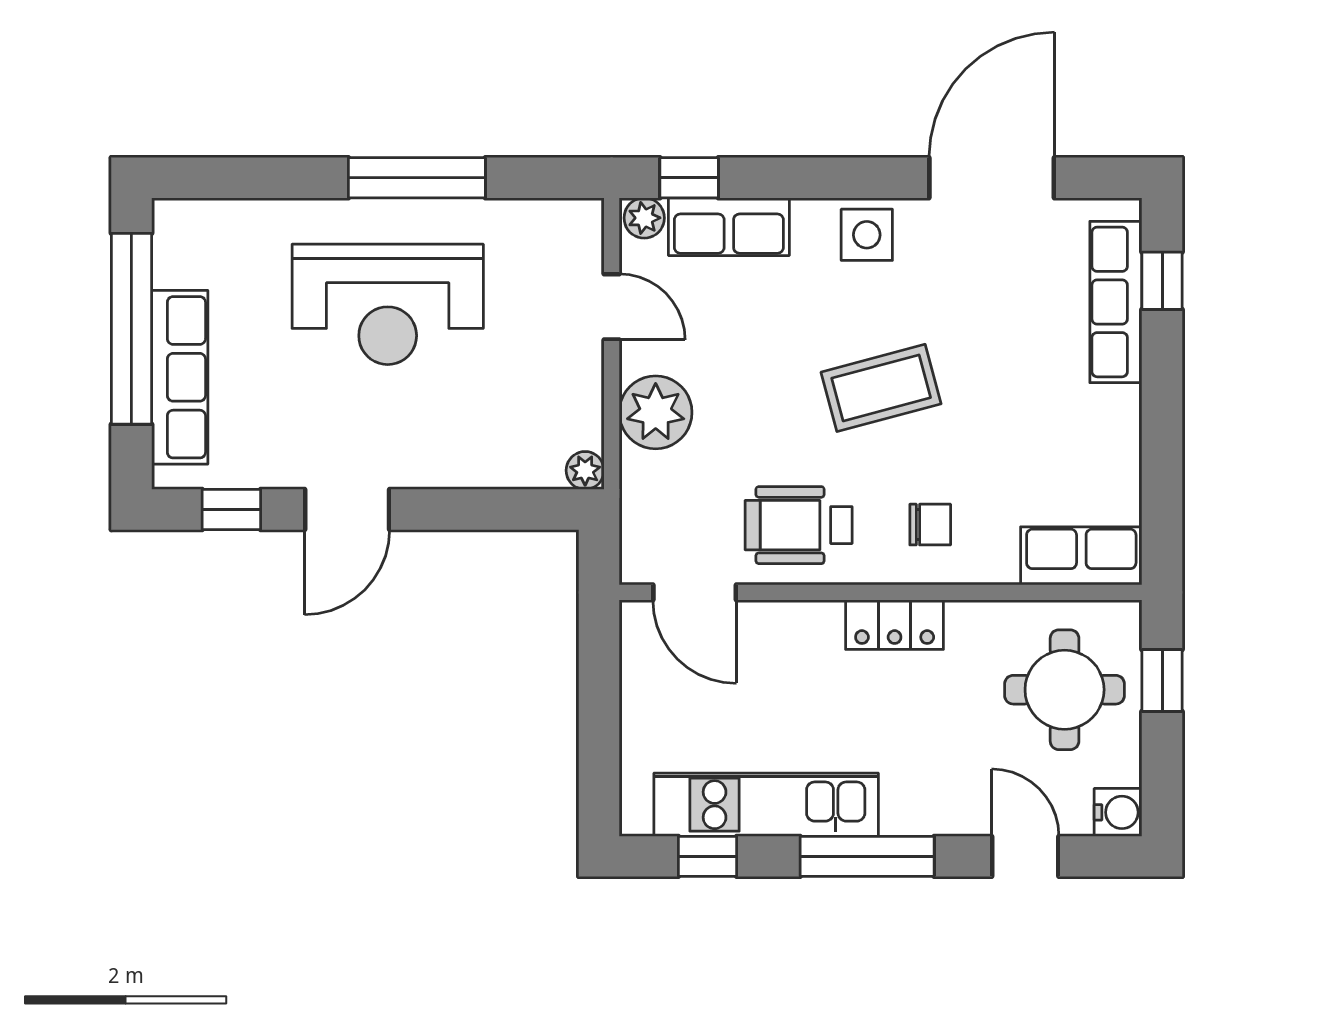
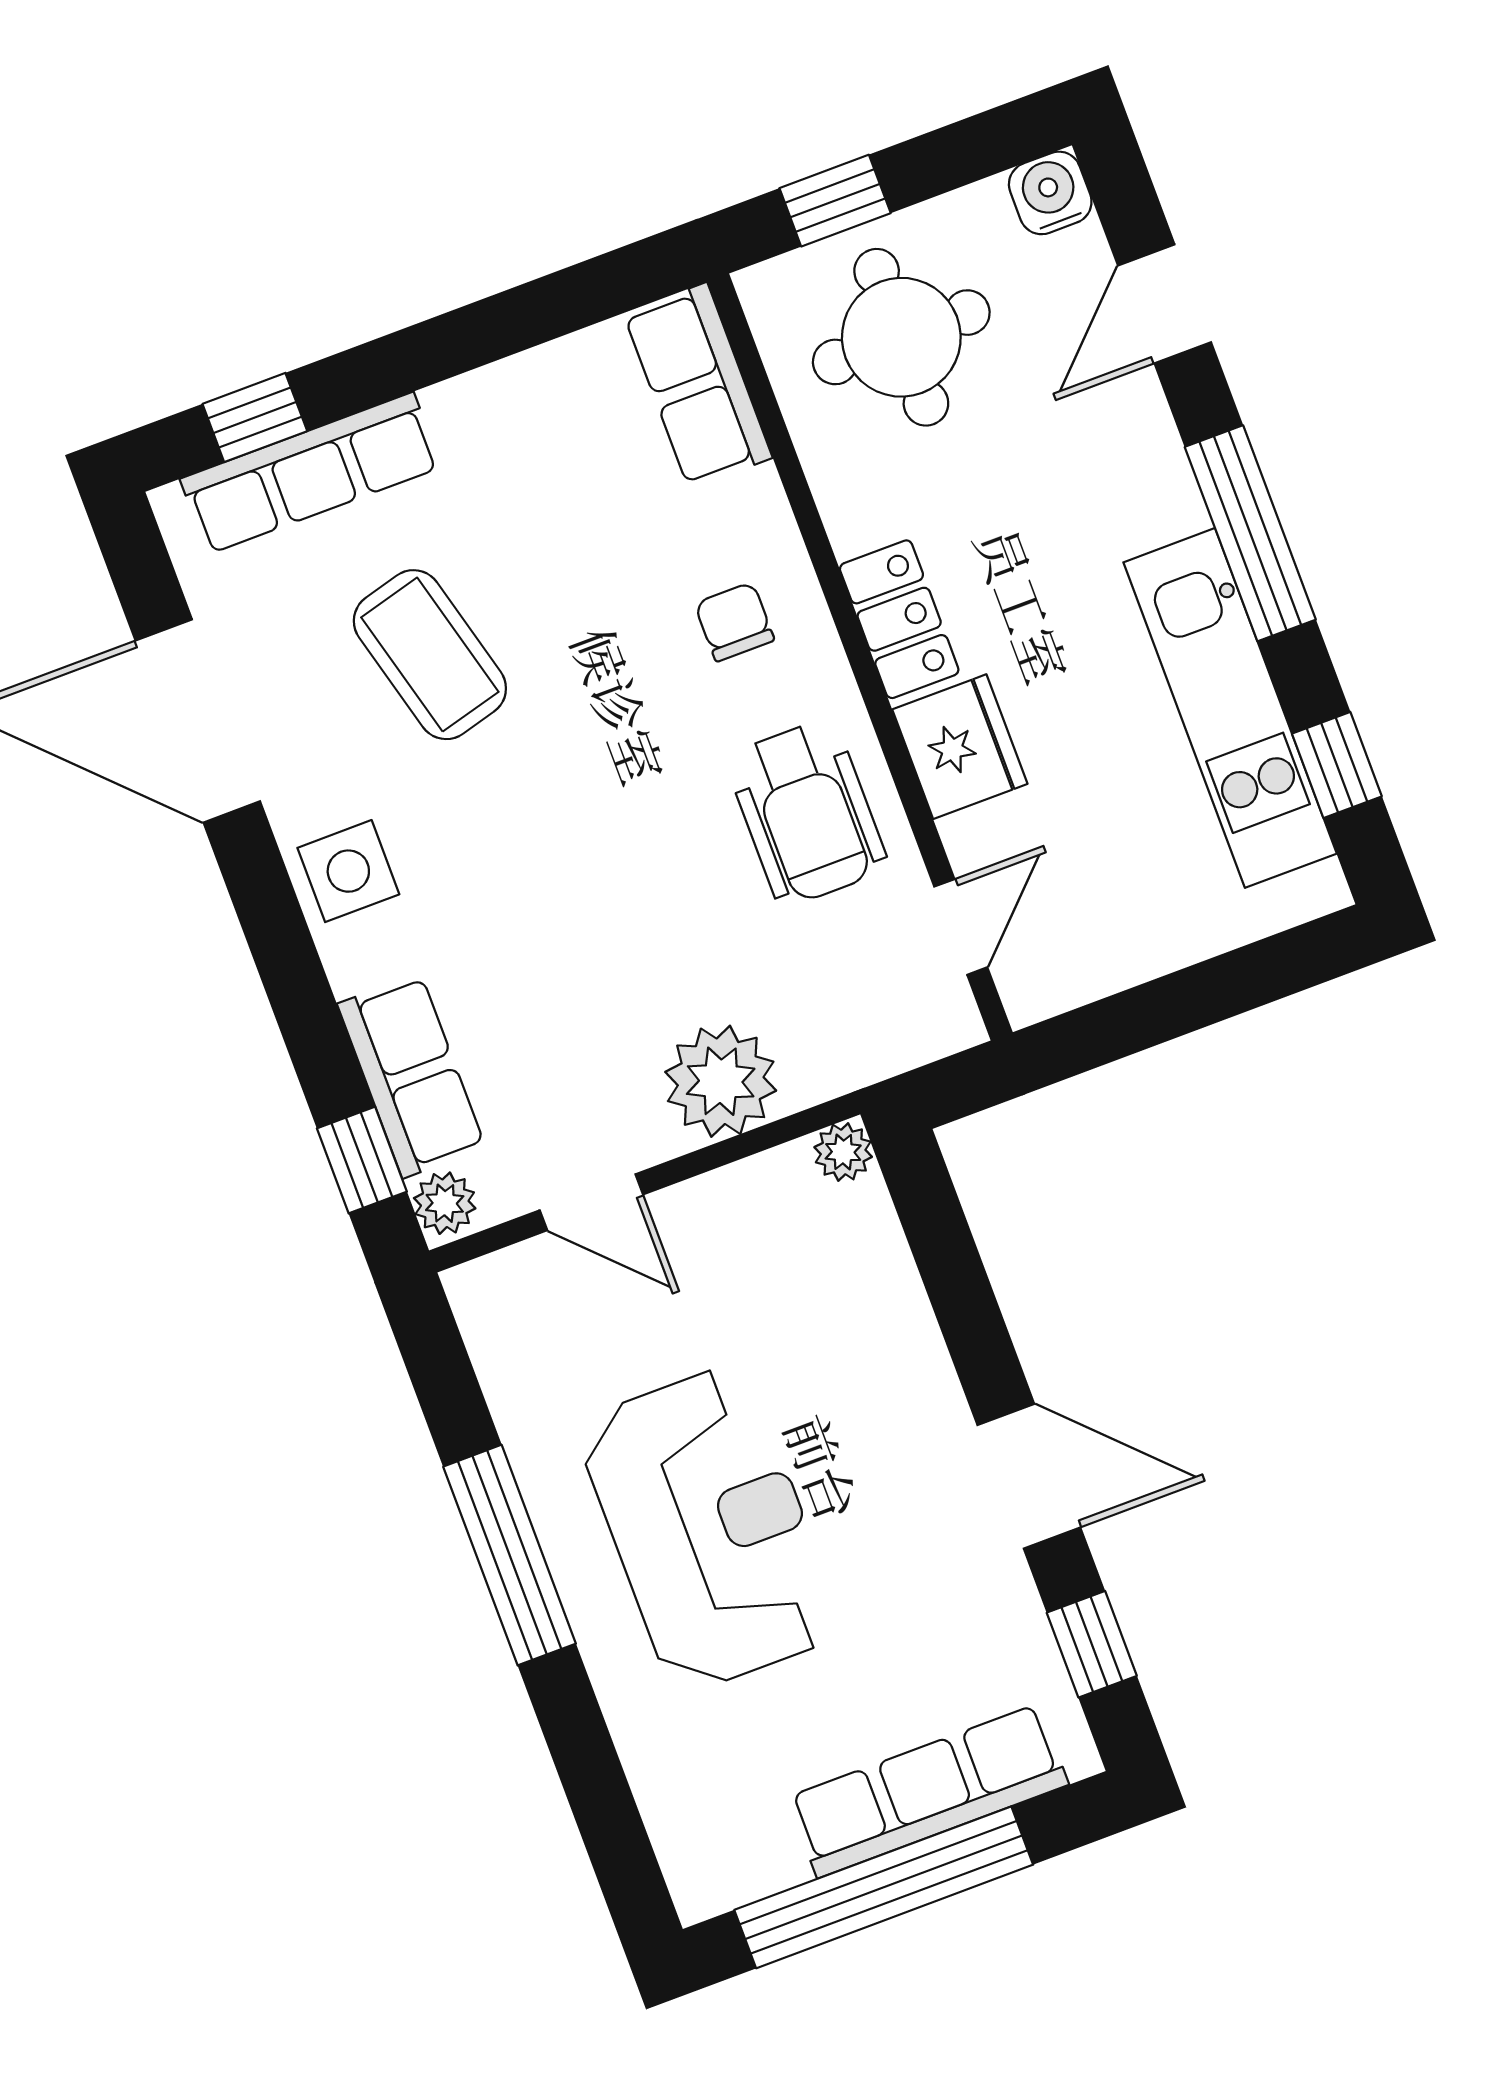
door: (612, 307) -> (591, 1202), swing flipped
coffee table: (881, 388) -> (430, 655), moved
door: (695, 592) -> (961, 927), width x0.73
fridge: (804, 633) -> (960, 747), added

